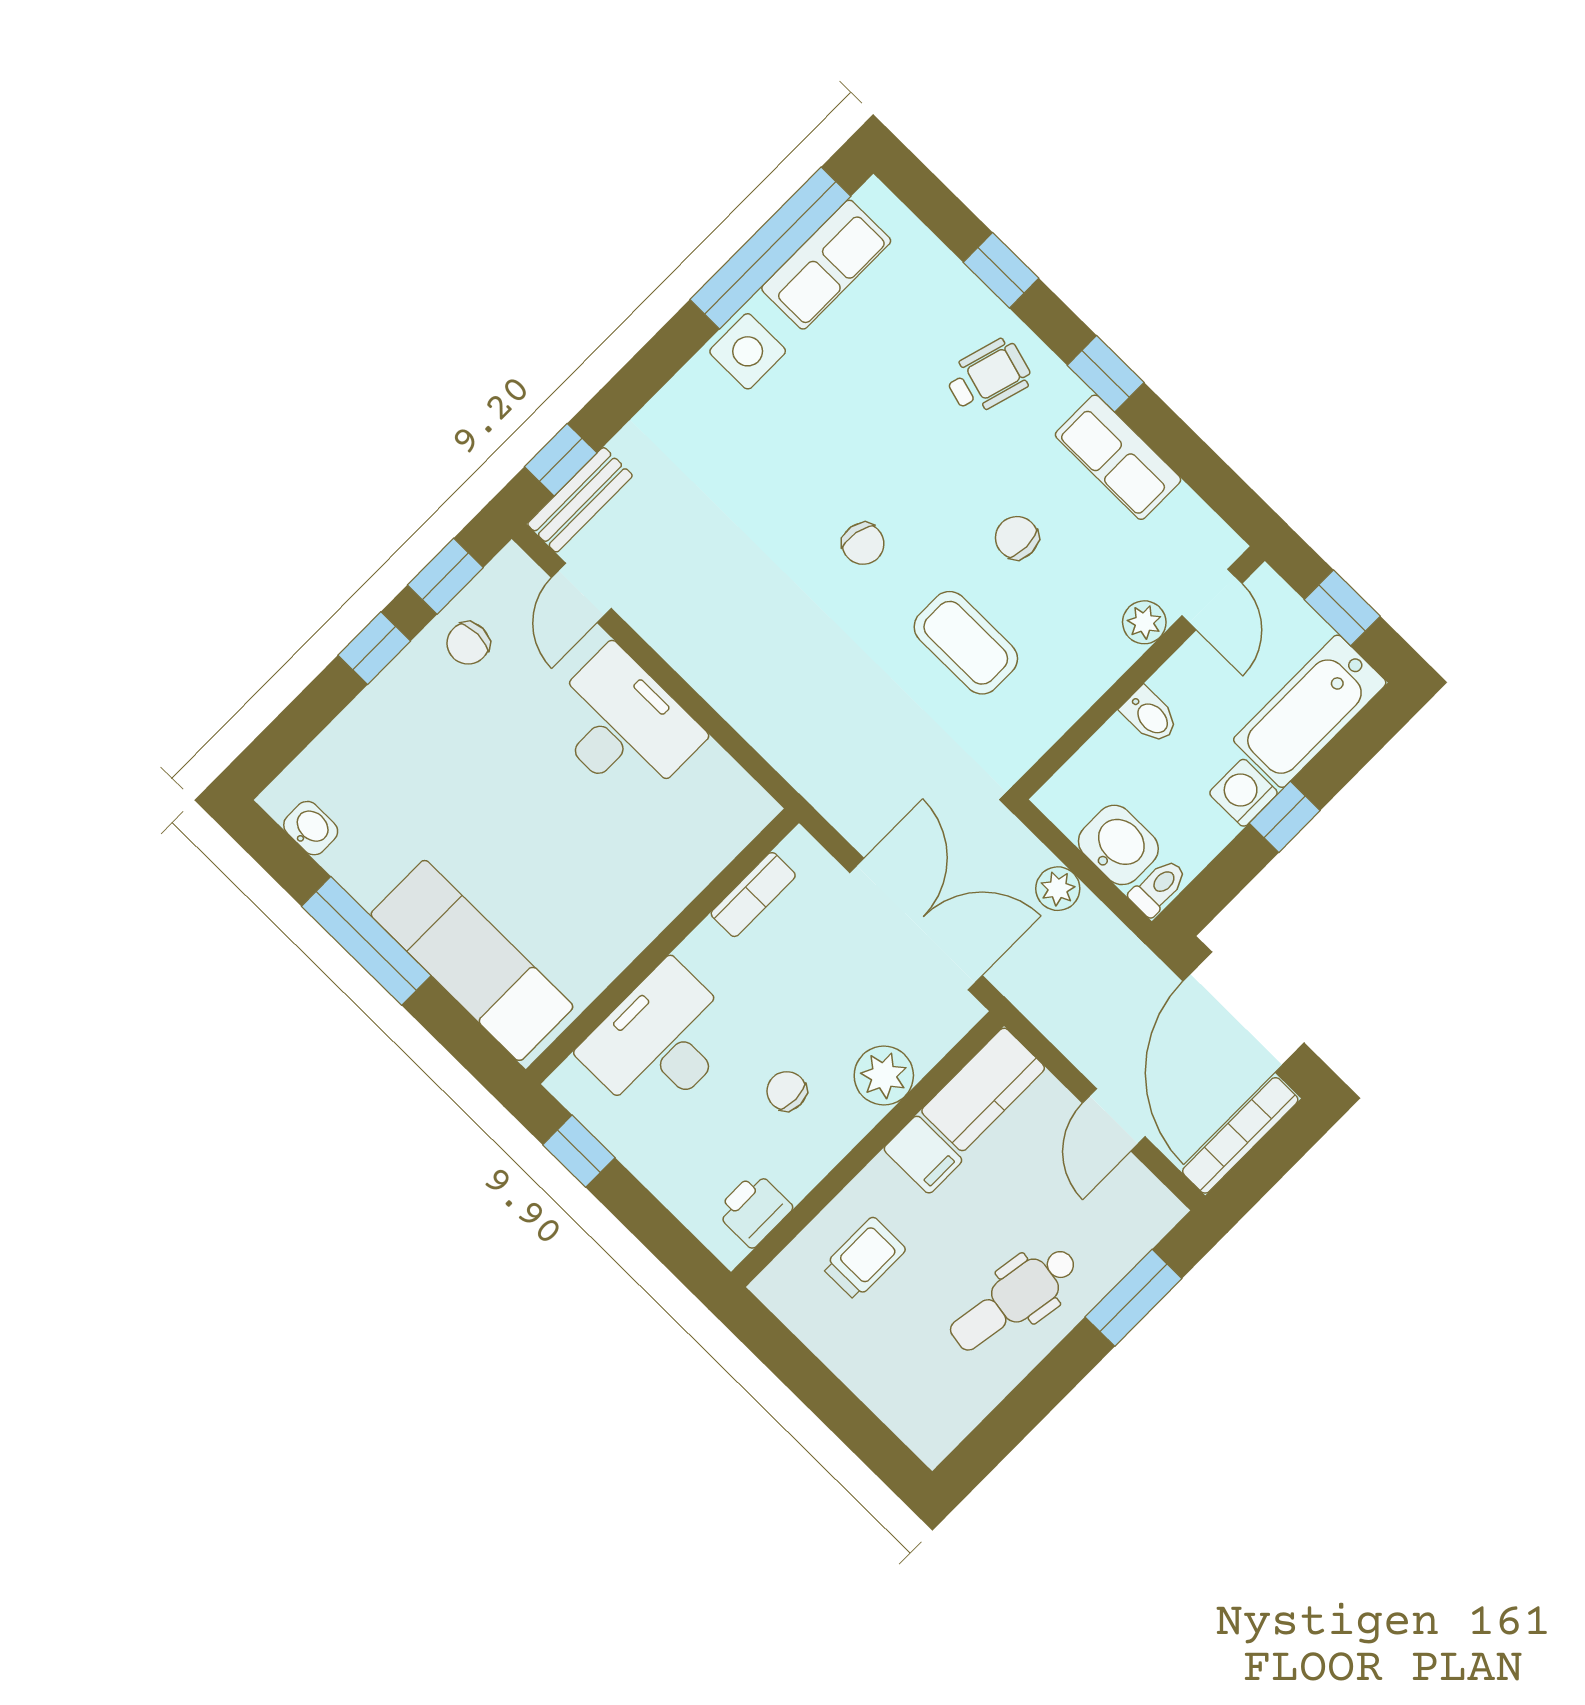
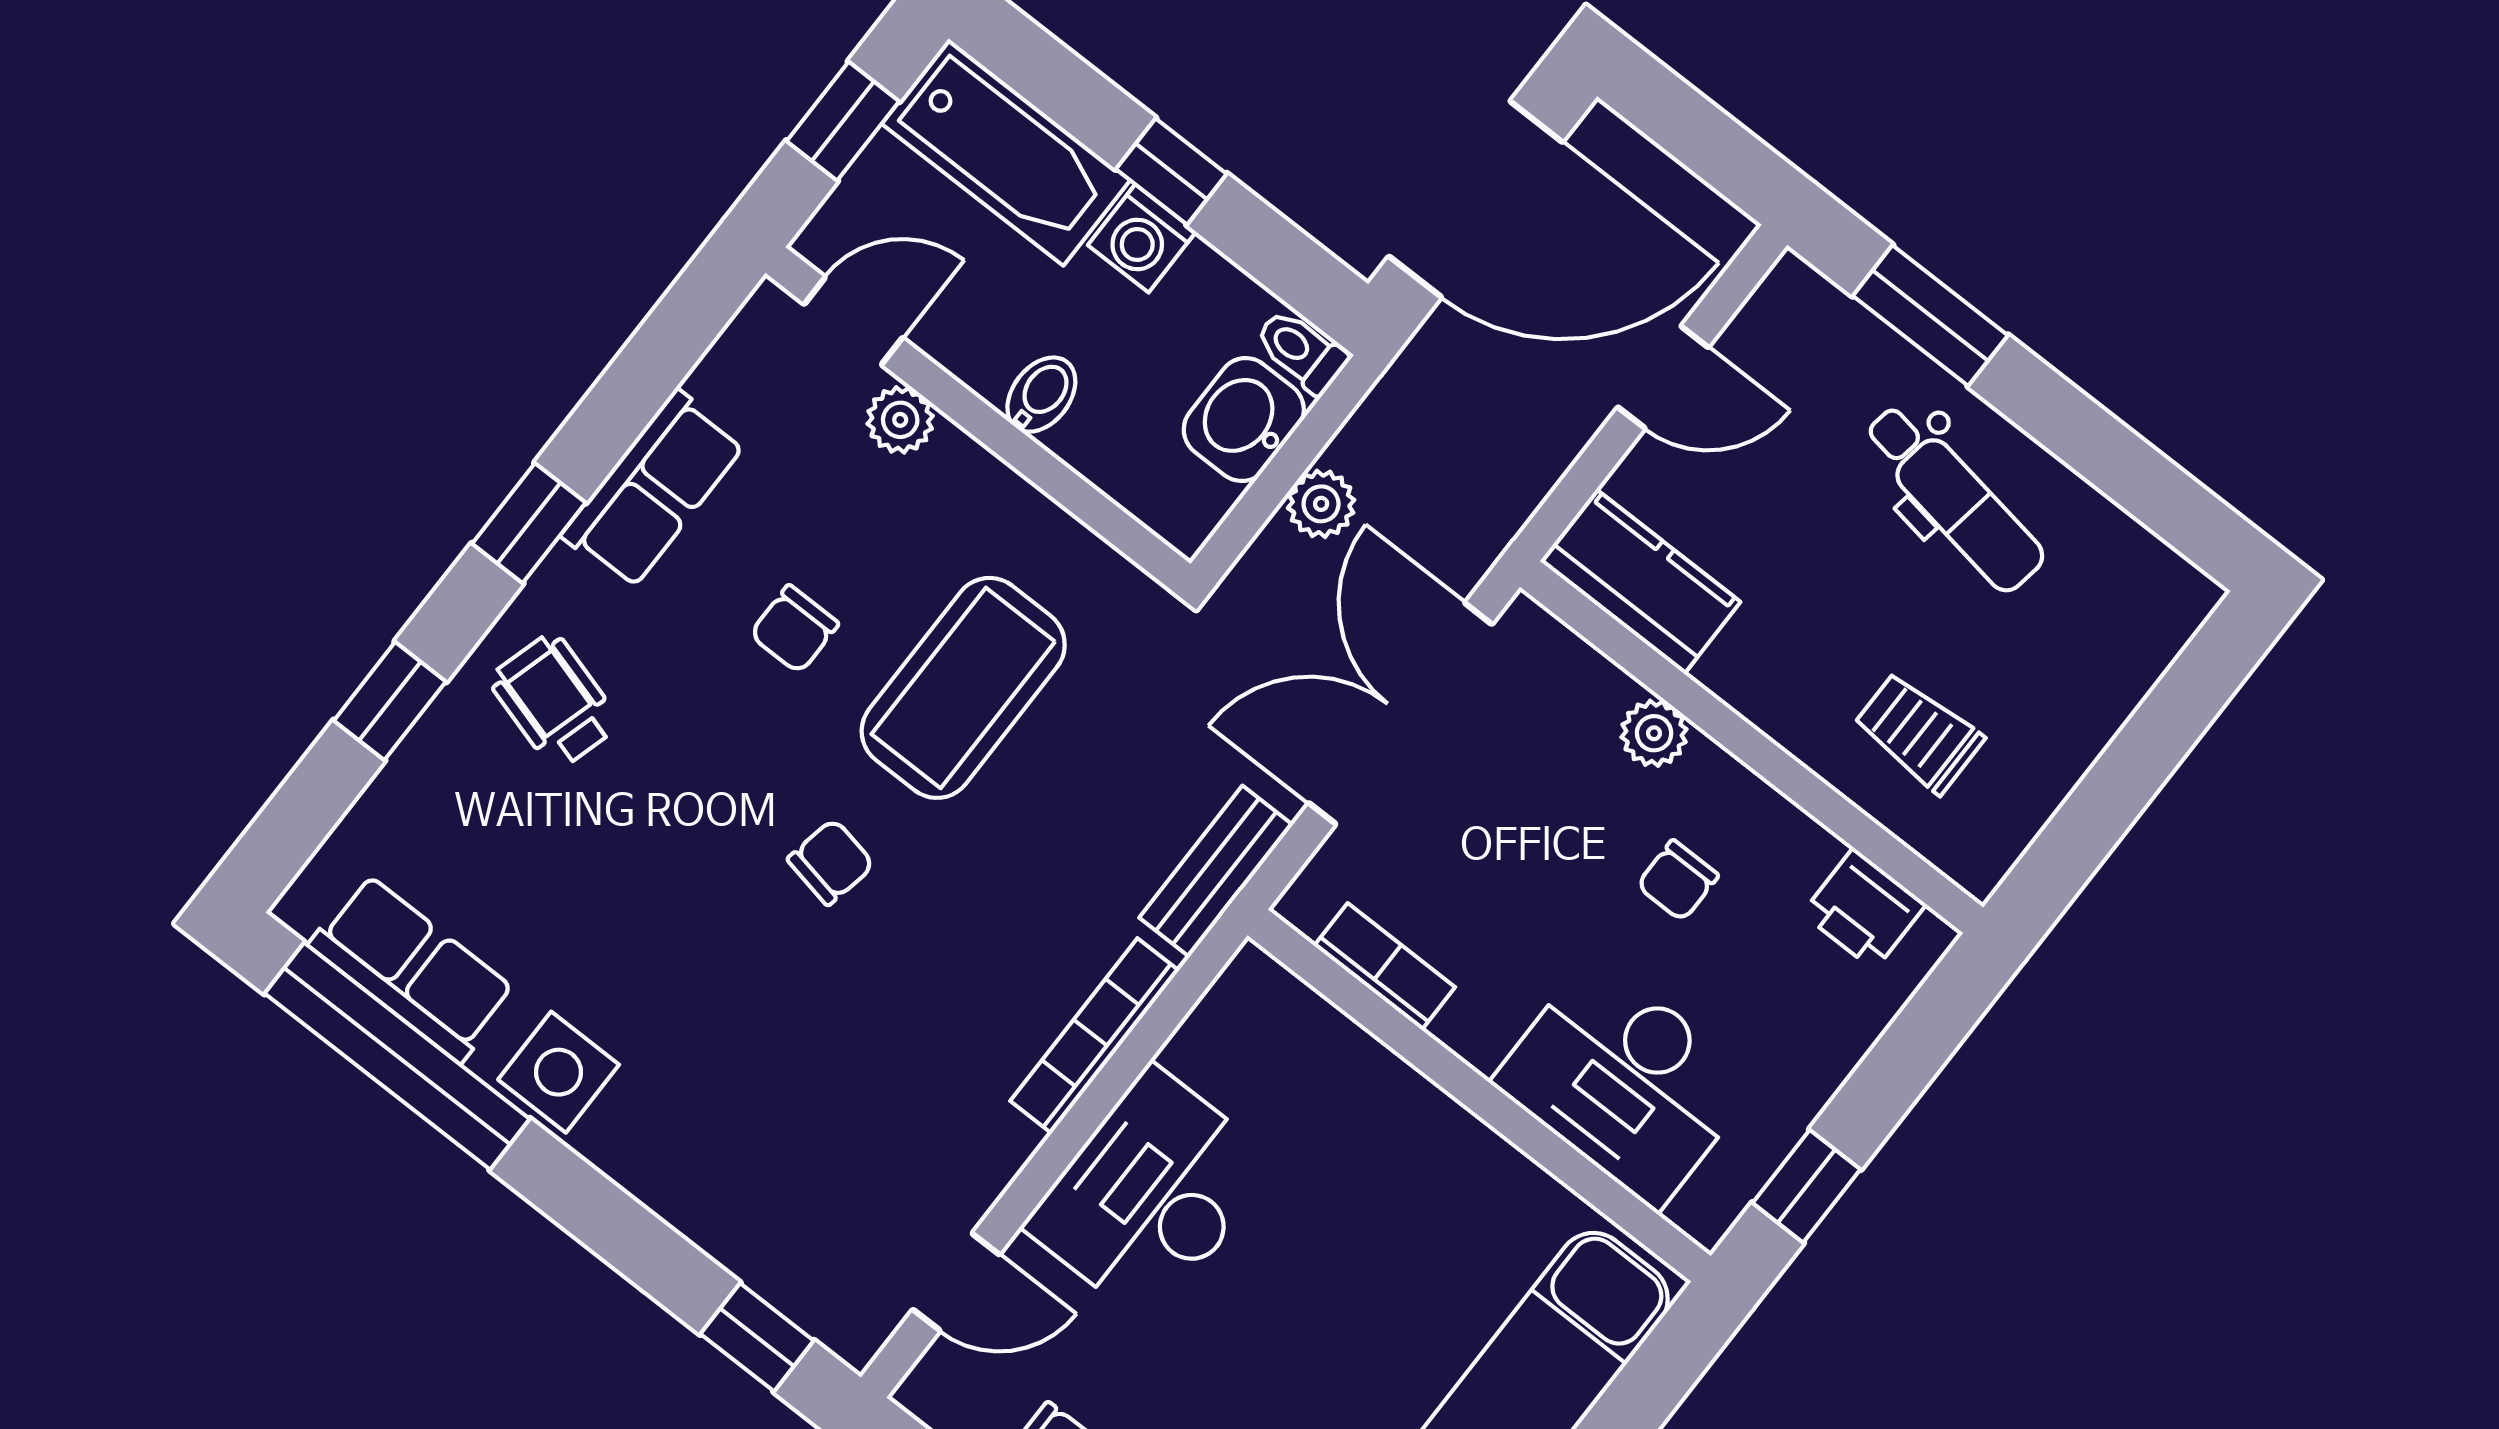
bench: (580, 500) -> (1216, 871), moved, turned 90
coffee table: (966, 643) -> (963, 688), width x1.36, depth x1.32
plant: (884, 1076) -> (1654, 733), width x0.73, depth x0.73
bookcase: (1240, 1135) -> (1095, 1036), moved, turned 90
filing cabinet: (923, 1155) -> (1750, 662), removed

